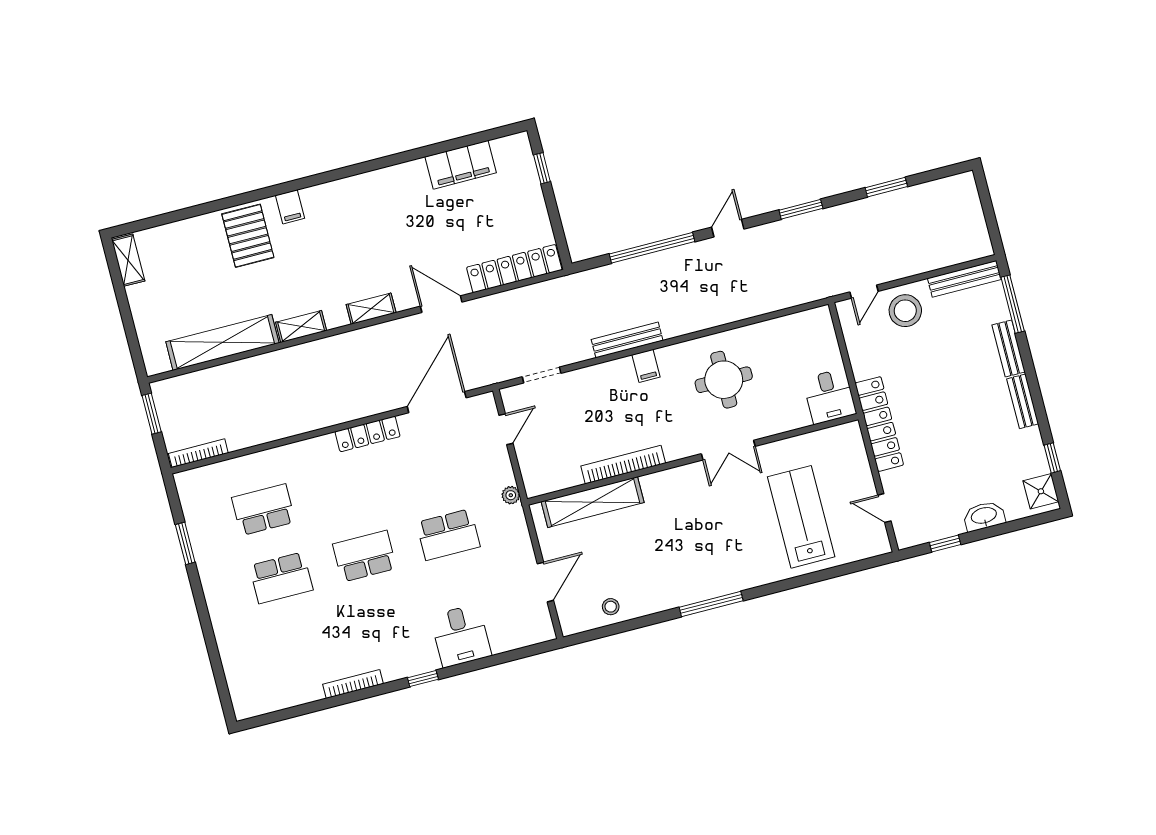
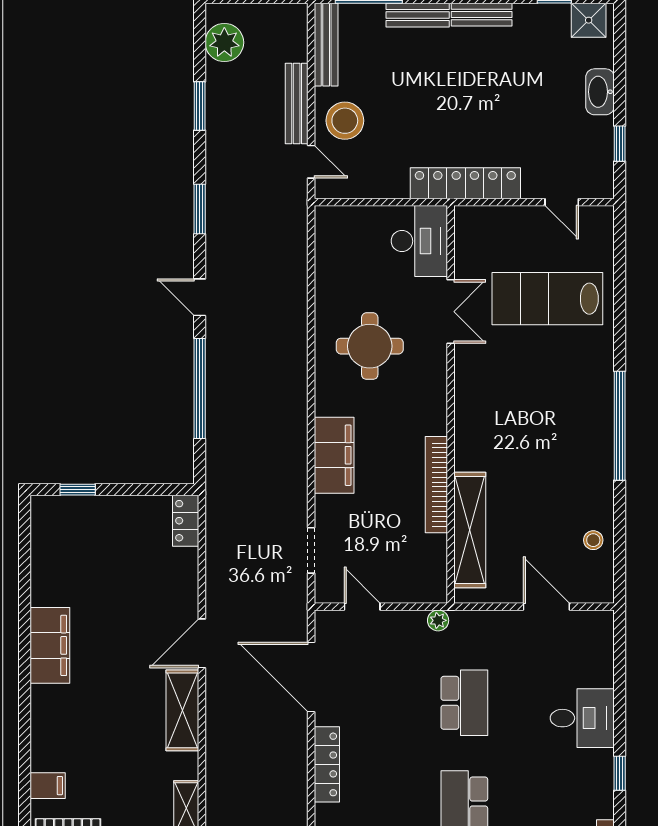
filing cabinet: (461, 165) -> (50, 645), moved
plant: (944, 194) -> (224, 42), added
locker: (514, 269) -> (186, 521), width x0.46, depth x0.83
shelving: (371, 309) -> (182, 710), width x1.50, depth x1.33
bench: (627, 340) -> (297, 103), moved
filing cabinet: (646, 366) -> (334, 455), width x3.00, depth x1.17
desk: (829, 396) -> (419, 241), width x1.37
double door: (728, 450) -> (451, 312), moved
door: (884, 508) -> (562, 202), hinge flipped
window: (711, 604) -> (620, 426), width x1.46

